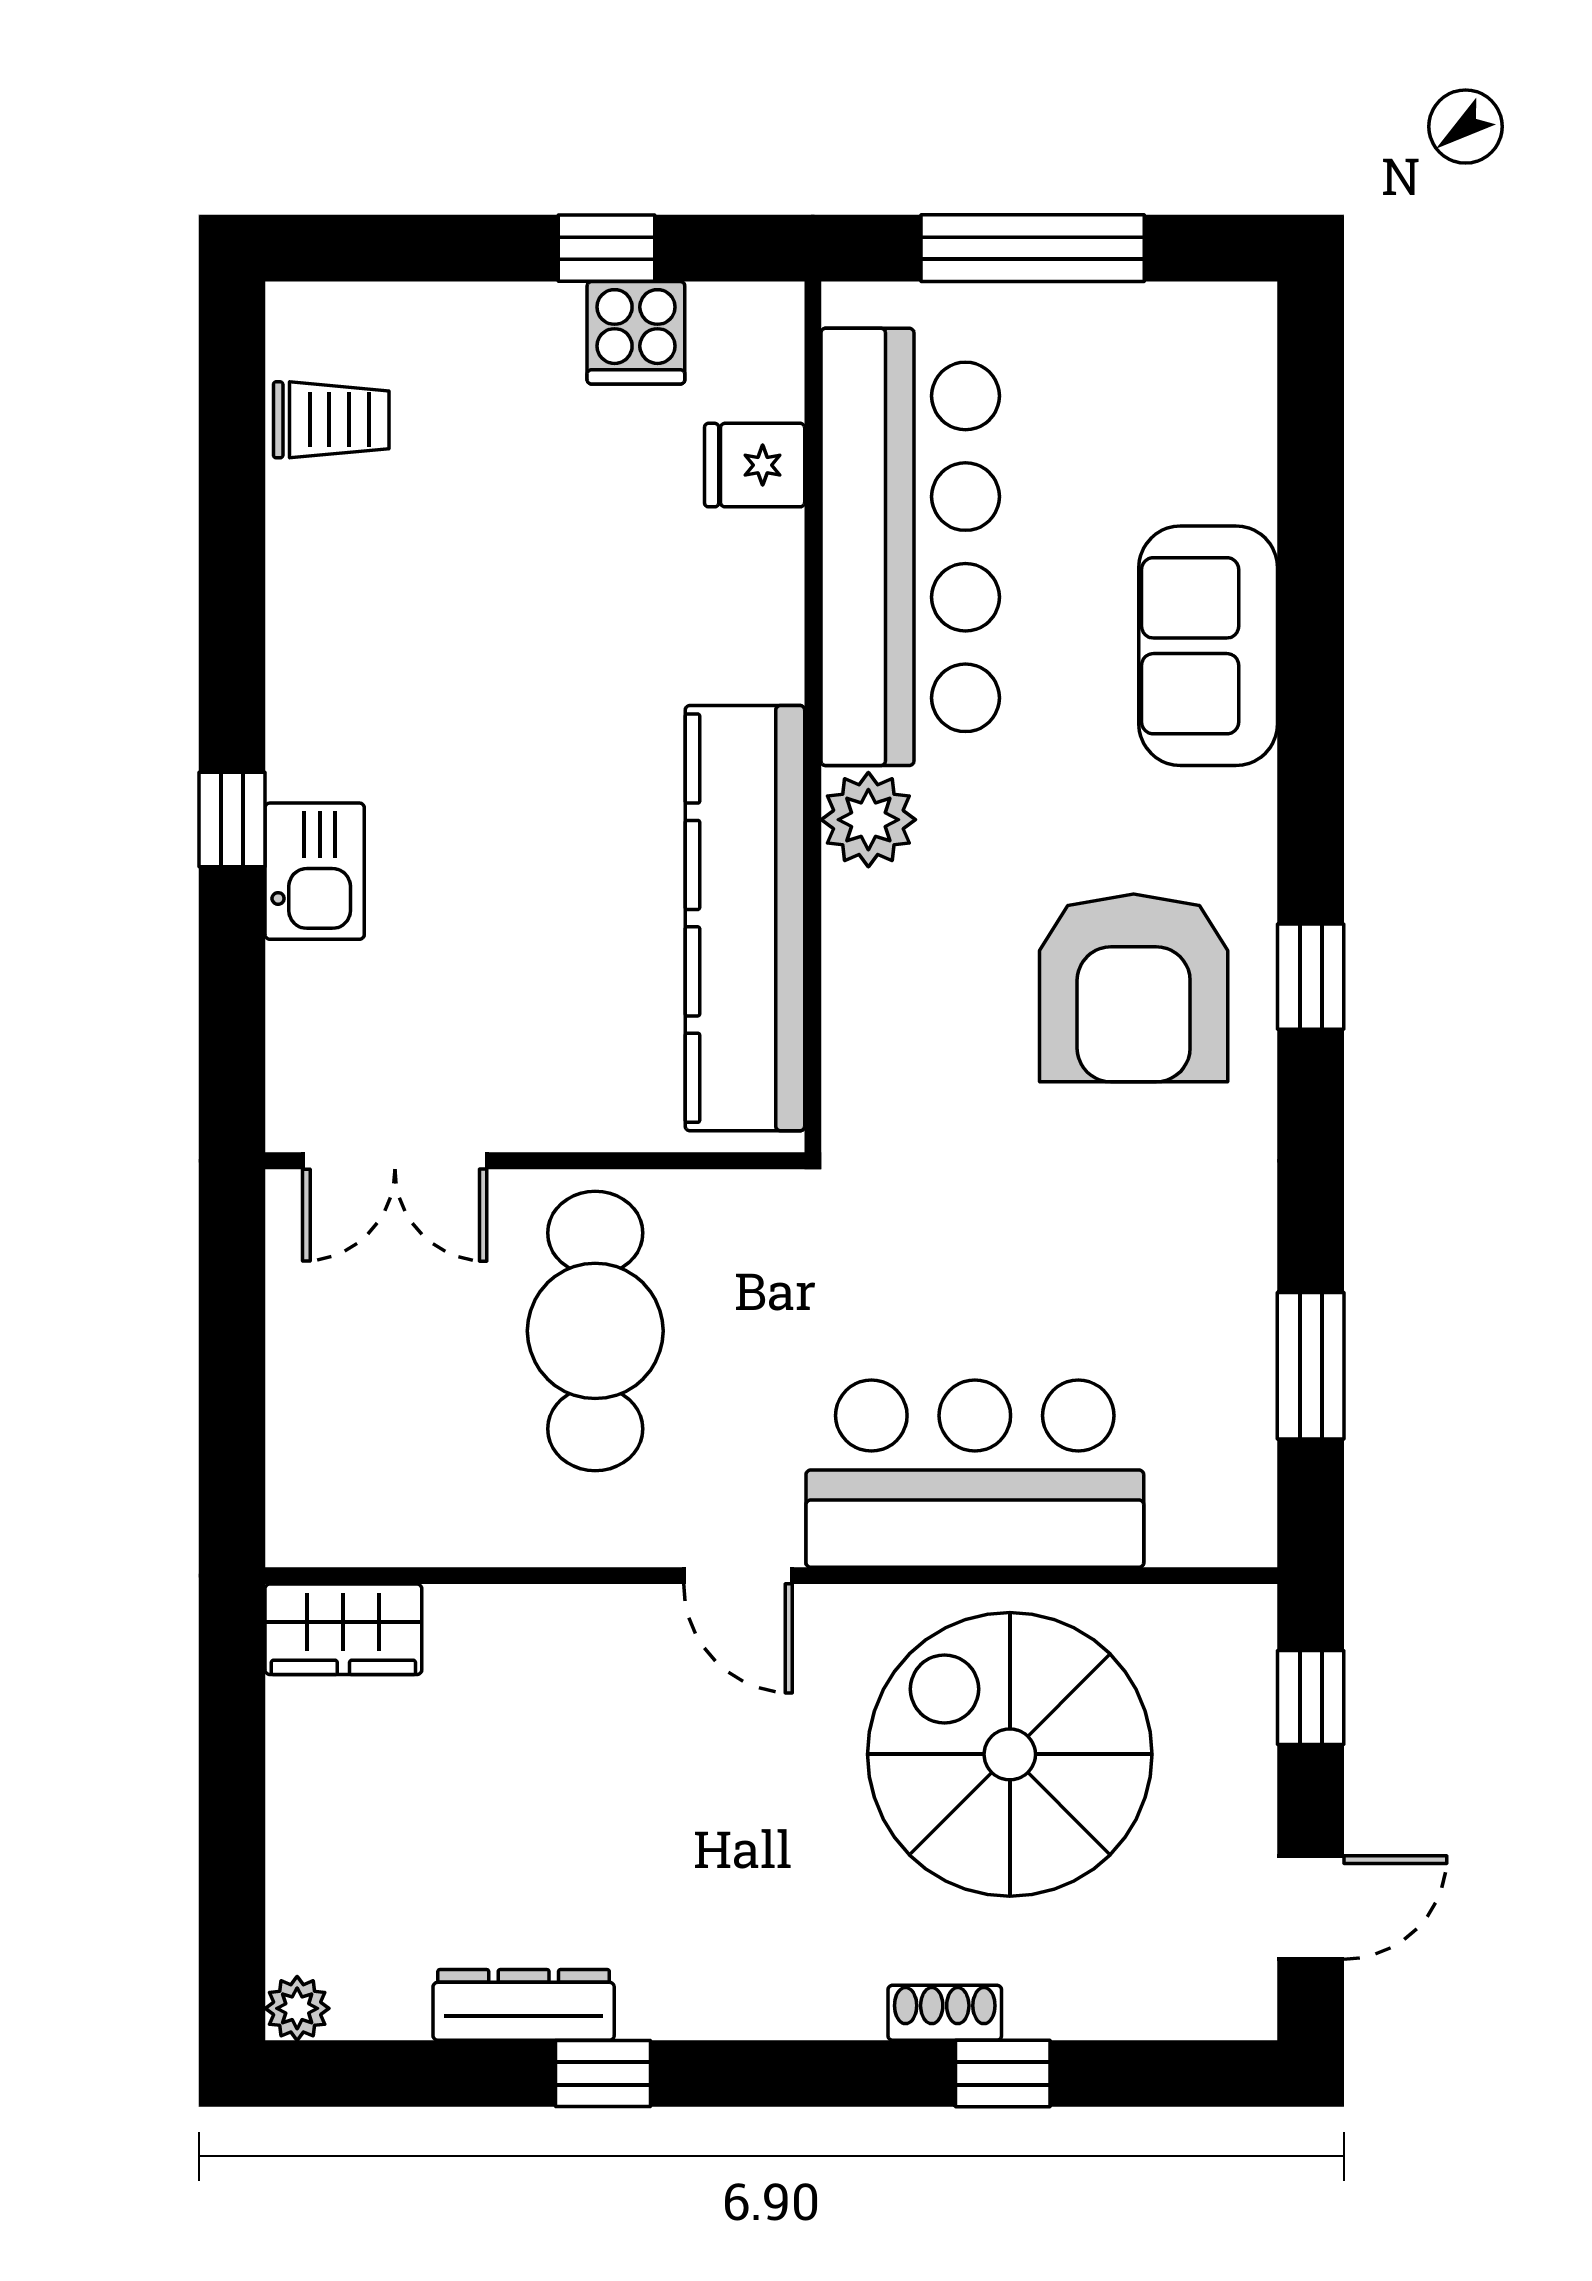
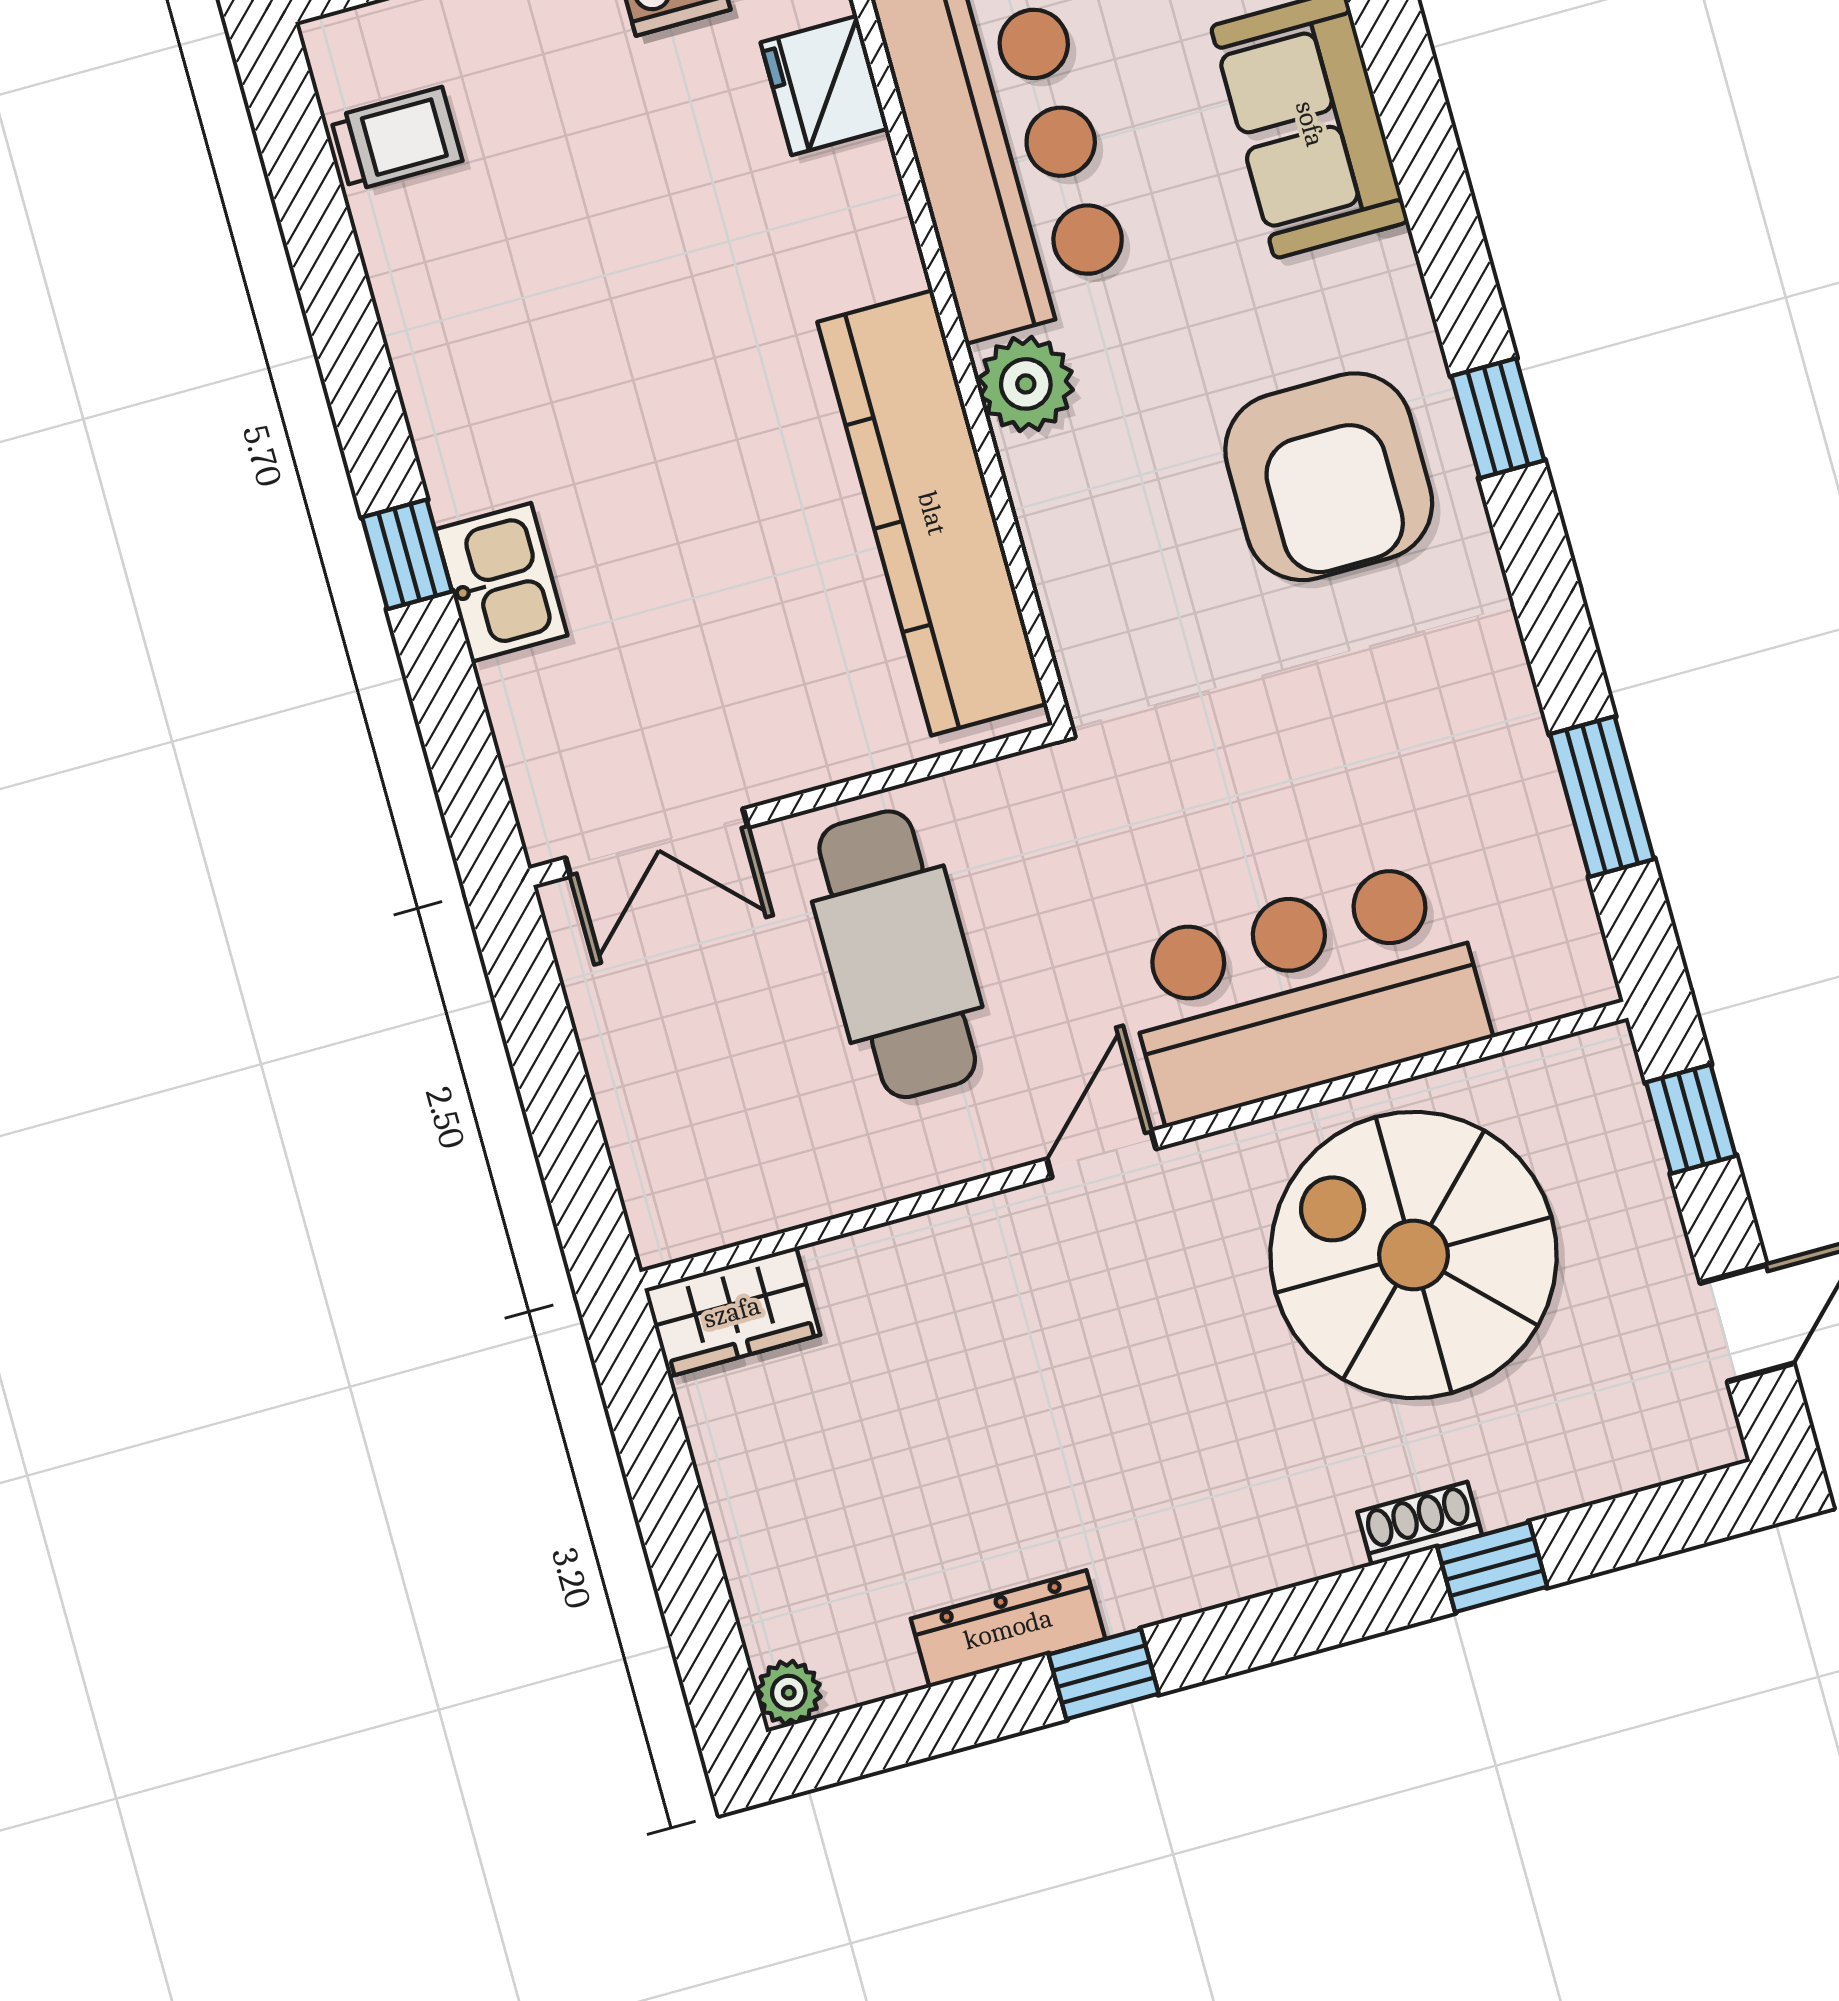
fridge: (755, 465) -> (824, 85), width x1.38
door: (738, 1576) -> (1101, 1154), swing flipped

